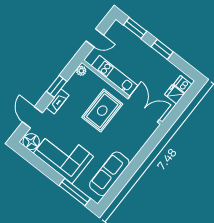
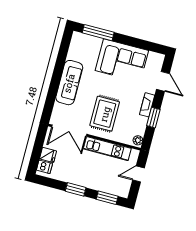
floor lamp: (31, 142) -> (155, 60), removed
sofa: (109, 174) -> (69, 83), moved

